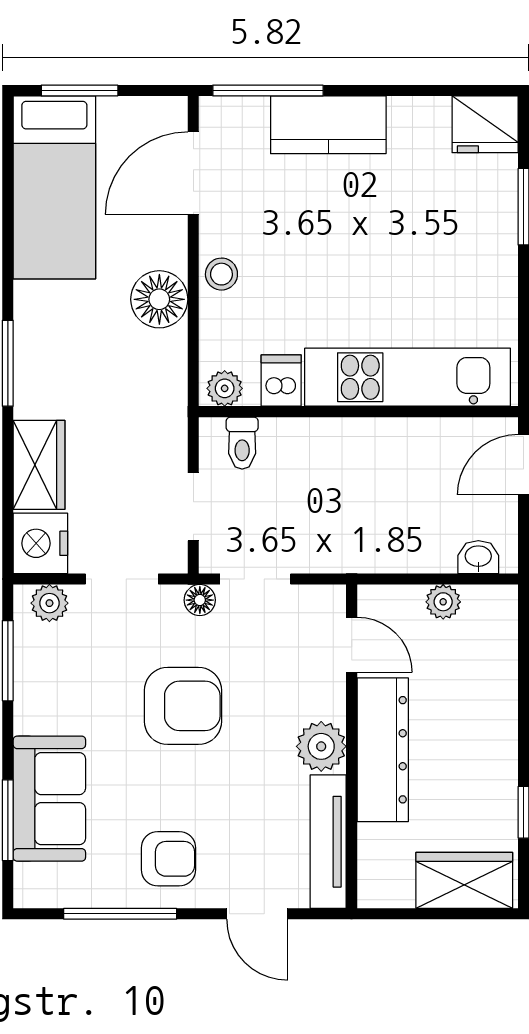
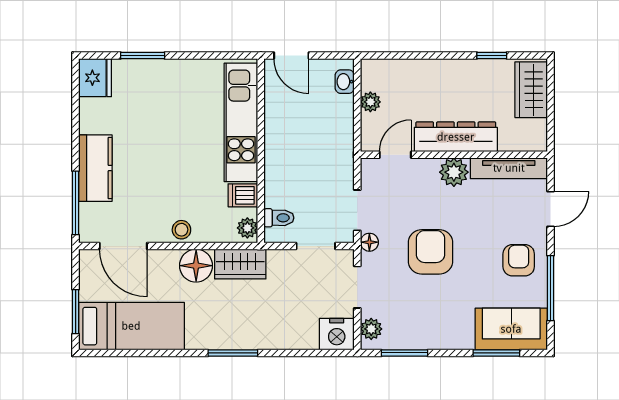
wardrobe: (39, 465) -> (240, 264), moved, turned 180
sofa: (49, 799) -> (511, 329), moved

